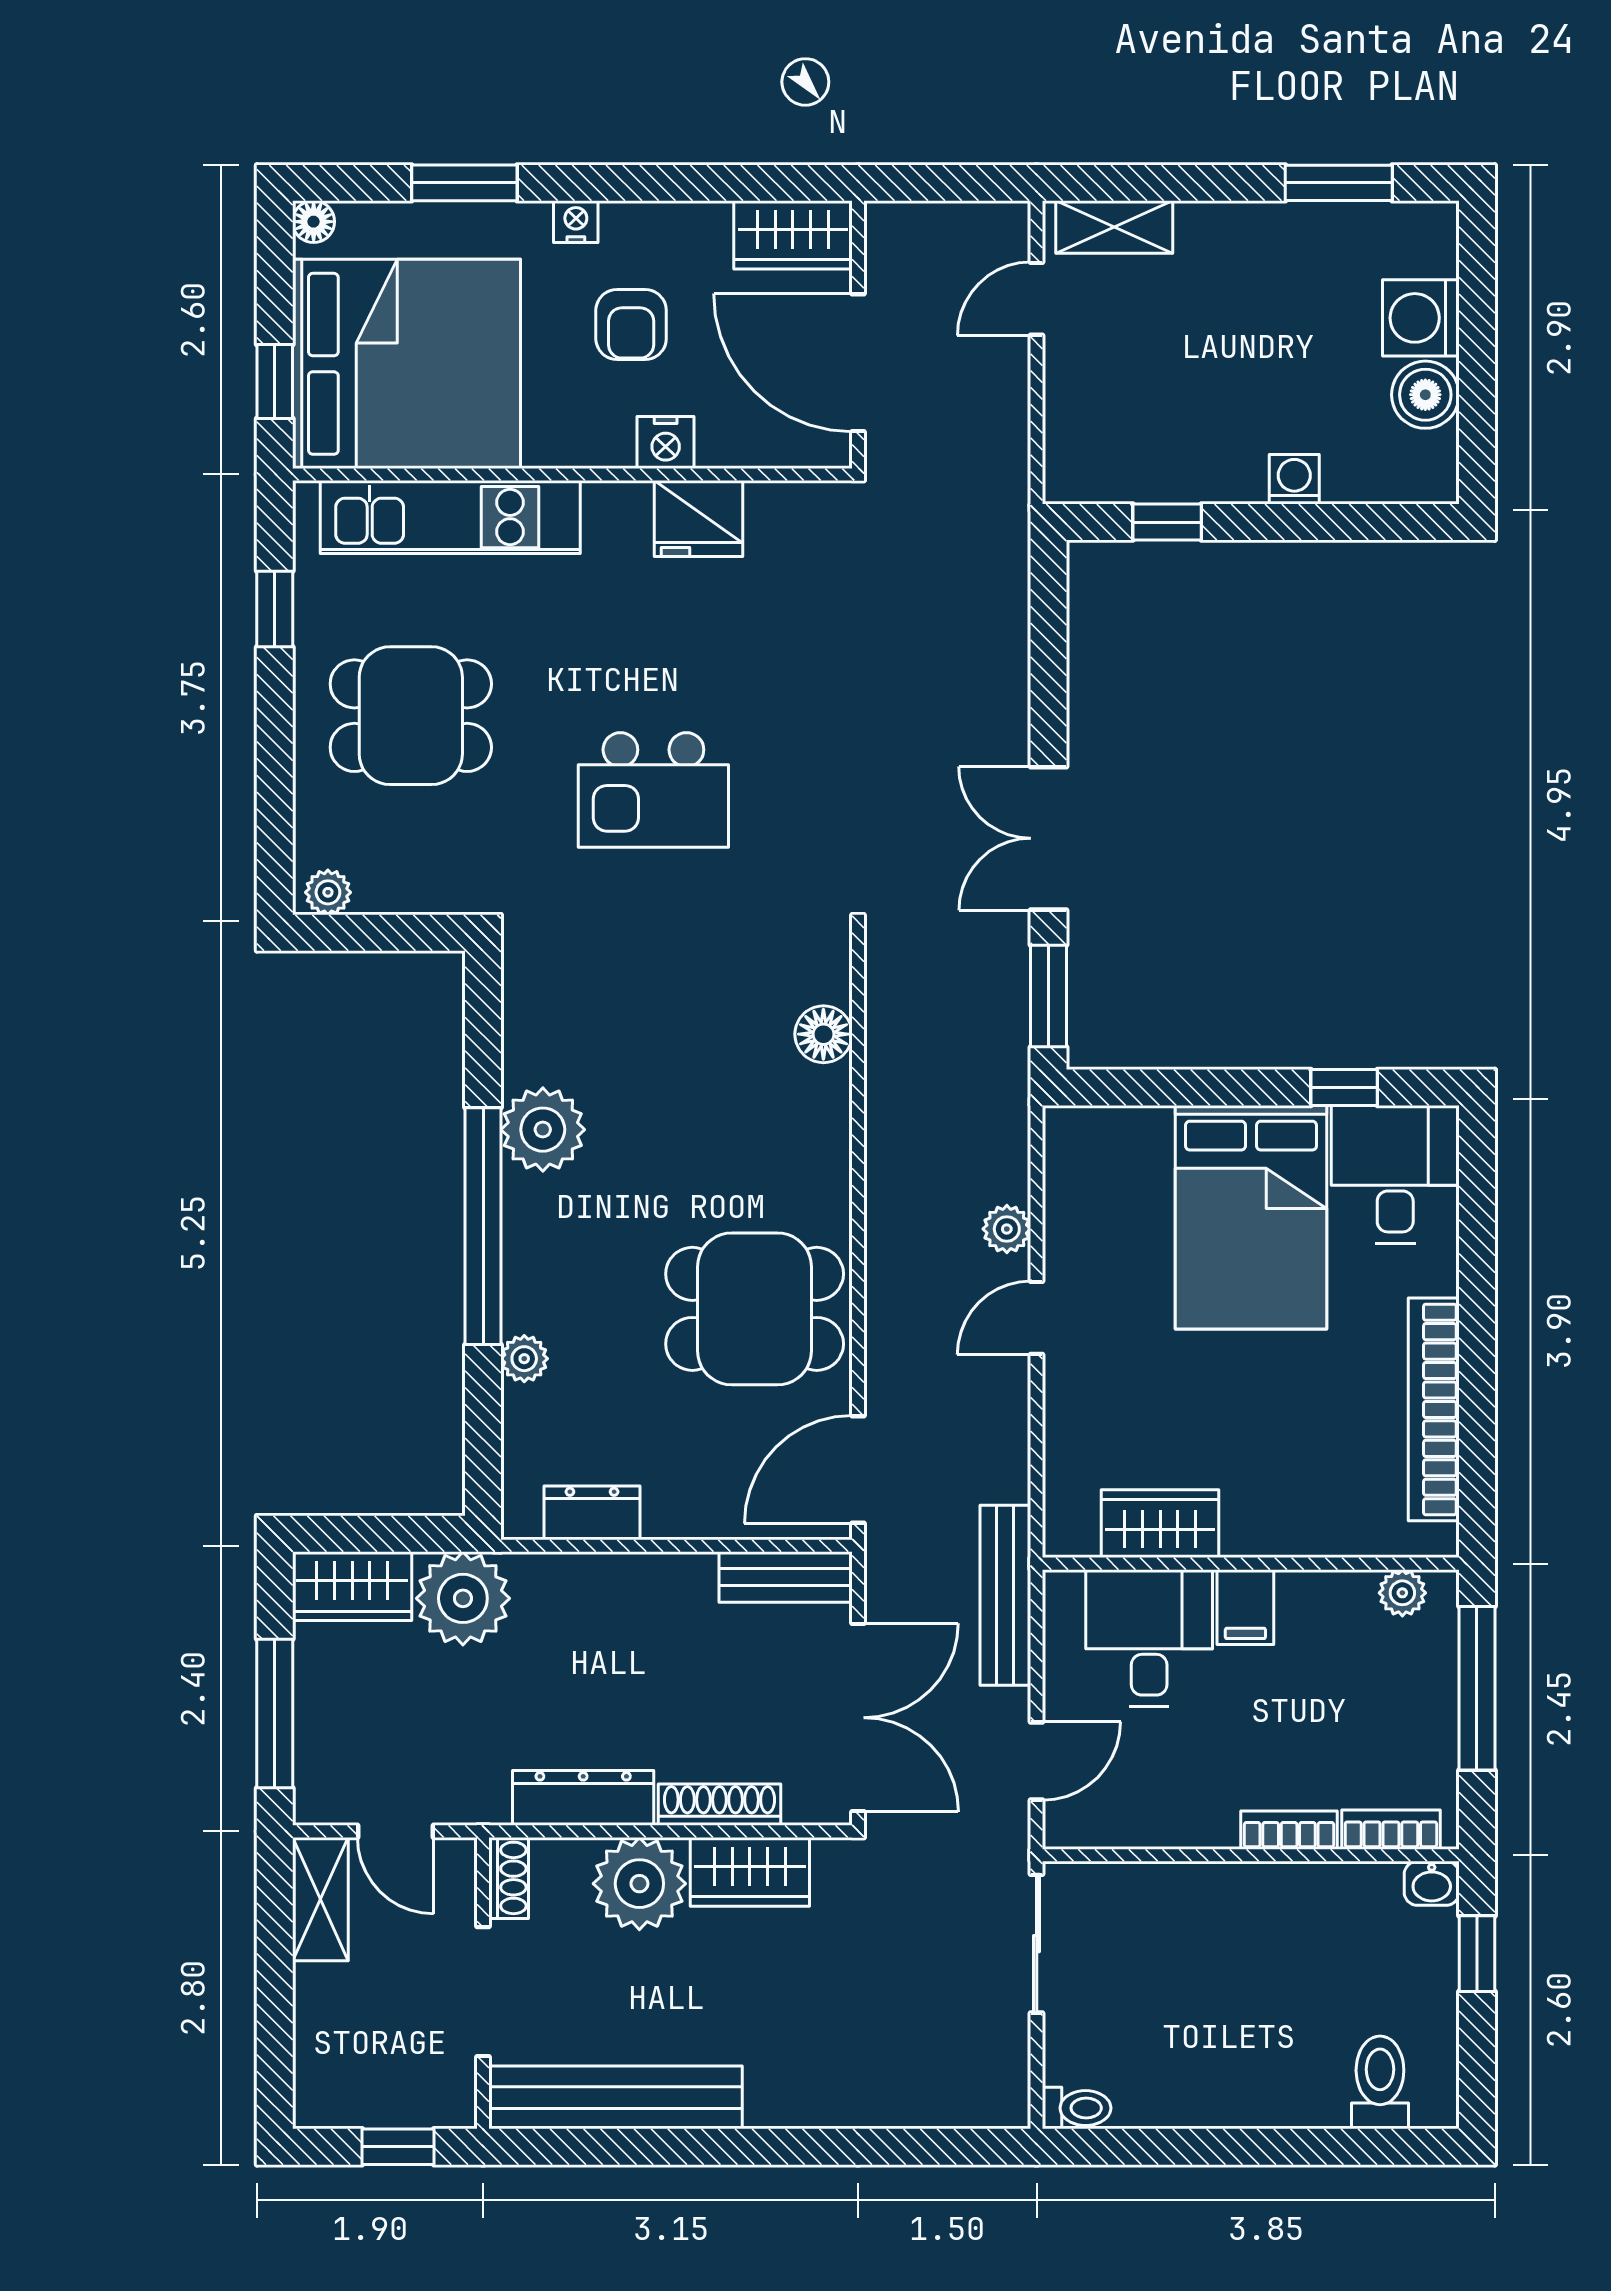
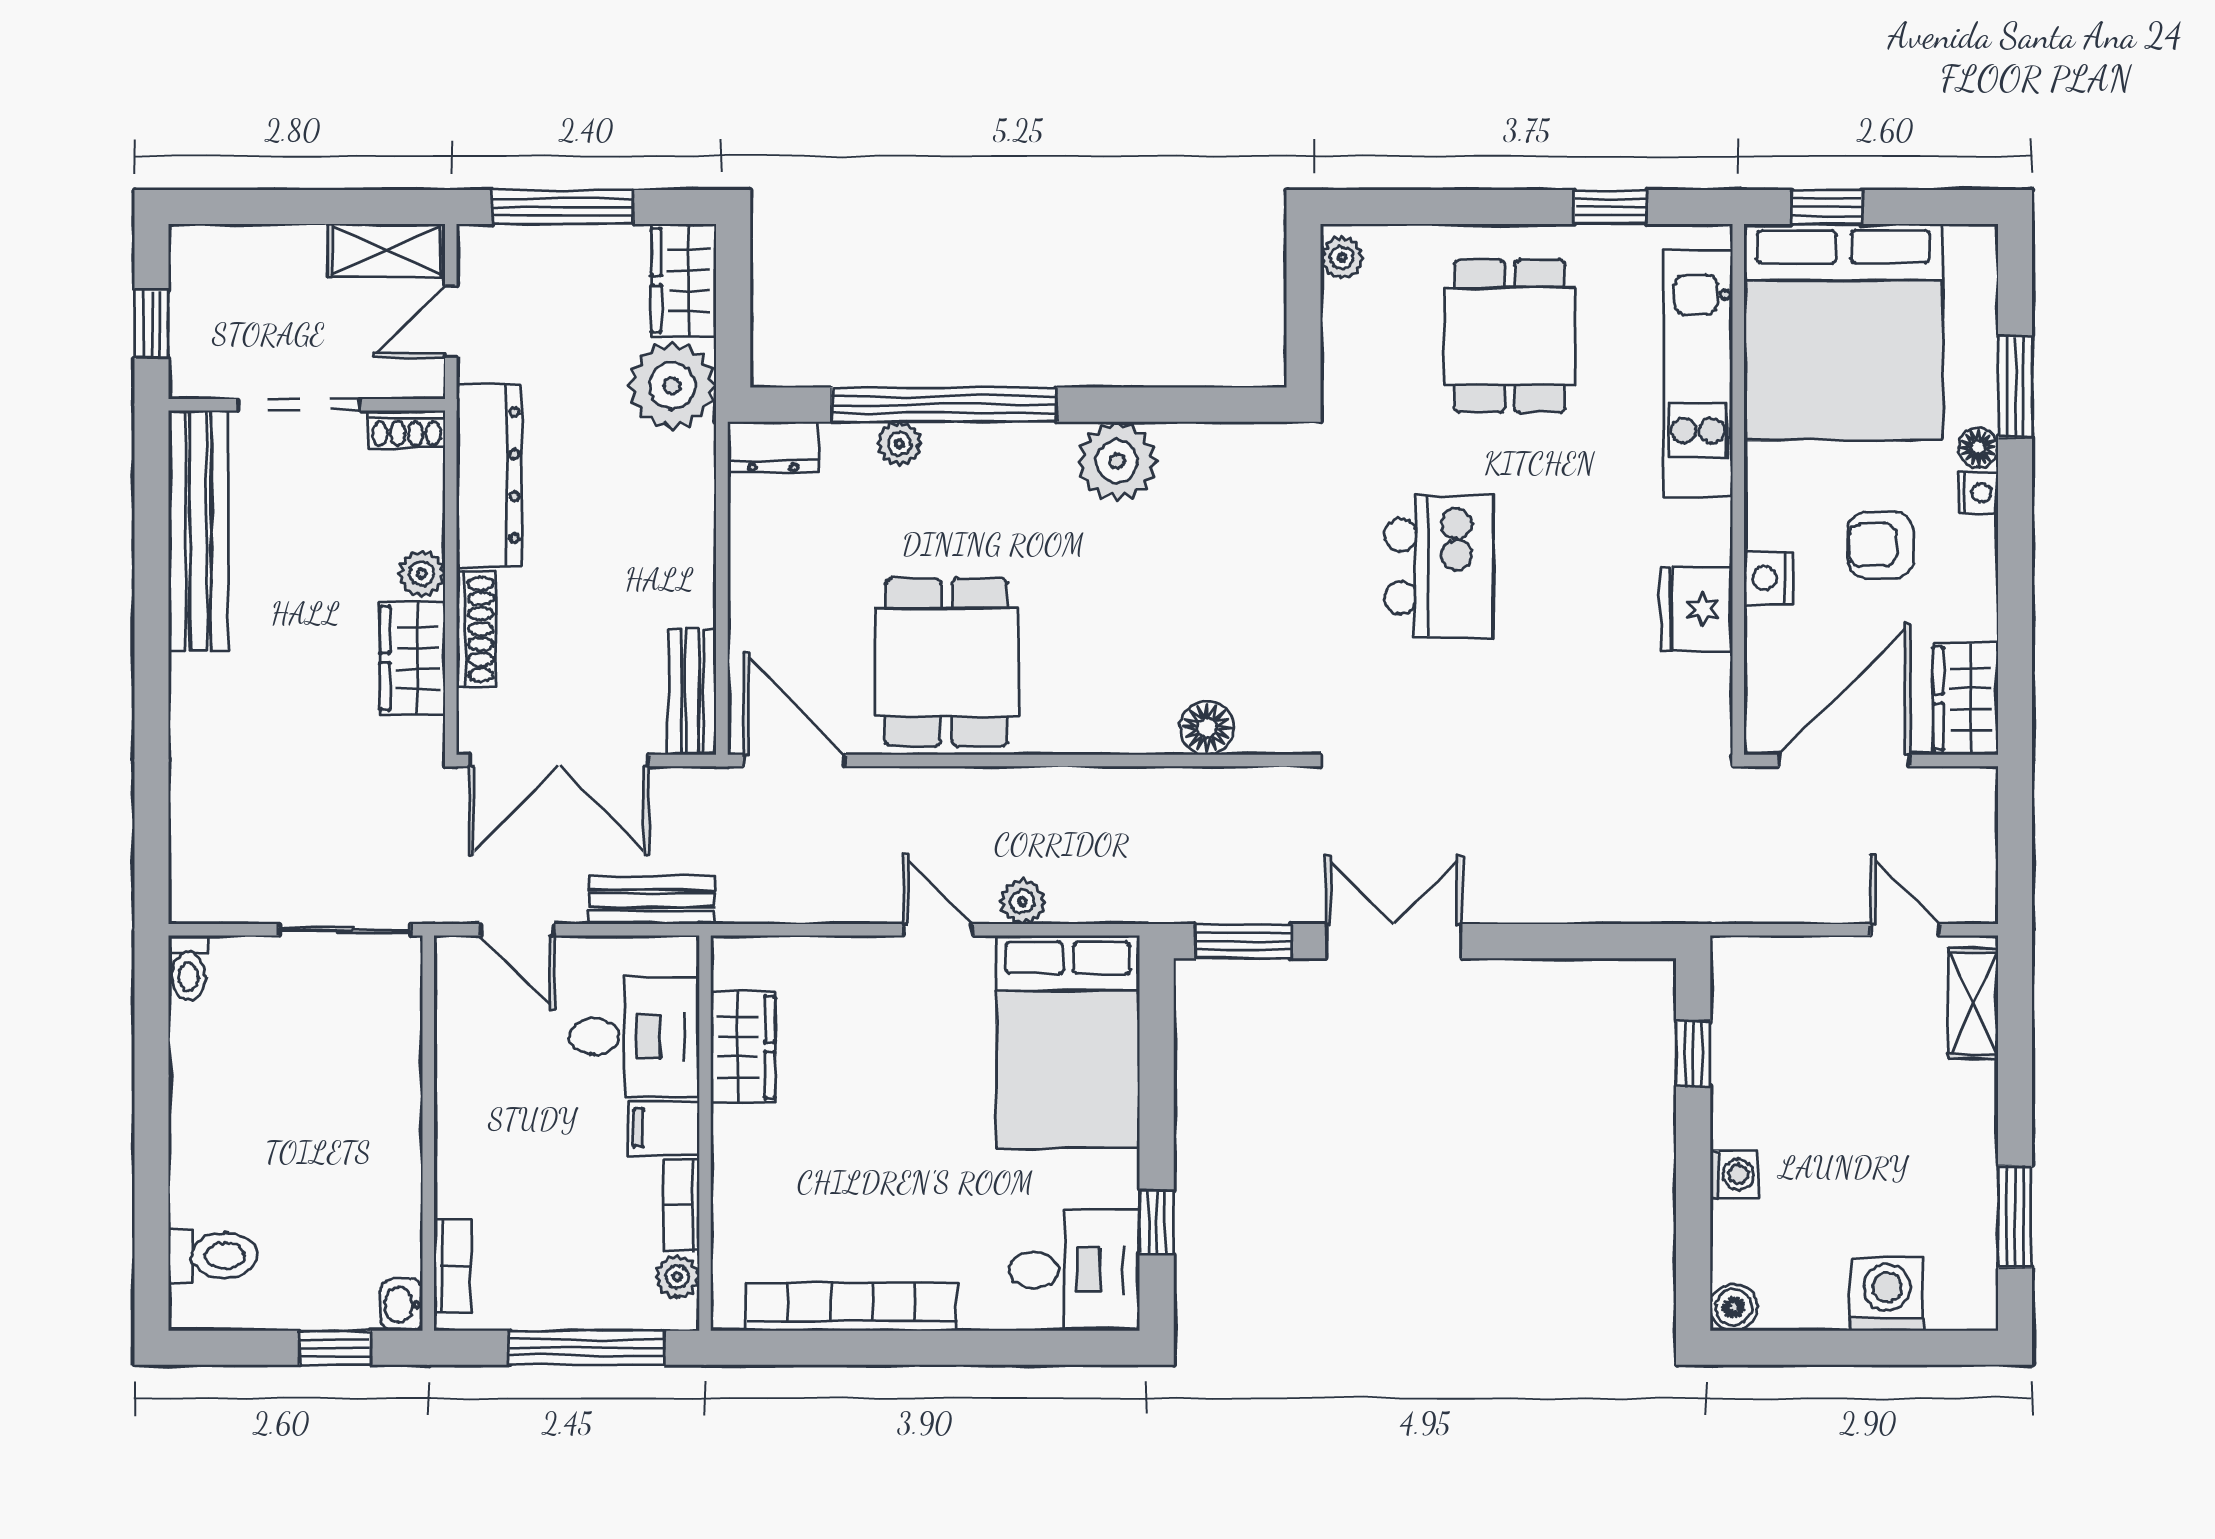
floor lamp: (314, 222) -> (1978, 447), moved
boiler: (1425, 395) -> (1734, 1307), moved, width x0.73, depth x0.73
kitchen island: (653, 790) -> (1439, 566), turned 180
bed: (1251, 1217) -> (1068, 1042), moved, turned -90
window: (483, 1226) -> (944, 405), moved
dresser: (592, 1513) -> (773, 447), moved, turned 90
bench: (1005, 1595) -> (652, 900), width x0.73
dresser: (583, 1798) -> (489, 475), width x1.37, depth x1.24
bookcase: (1289, 1830) -> (681, 1205), moved, turned 180
plant: (639, 1884) -> (422, 574), width x0.53, depth x0.53

